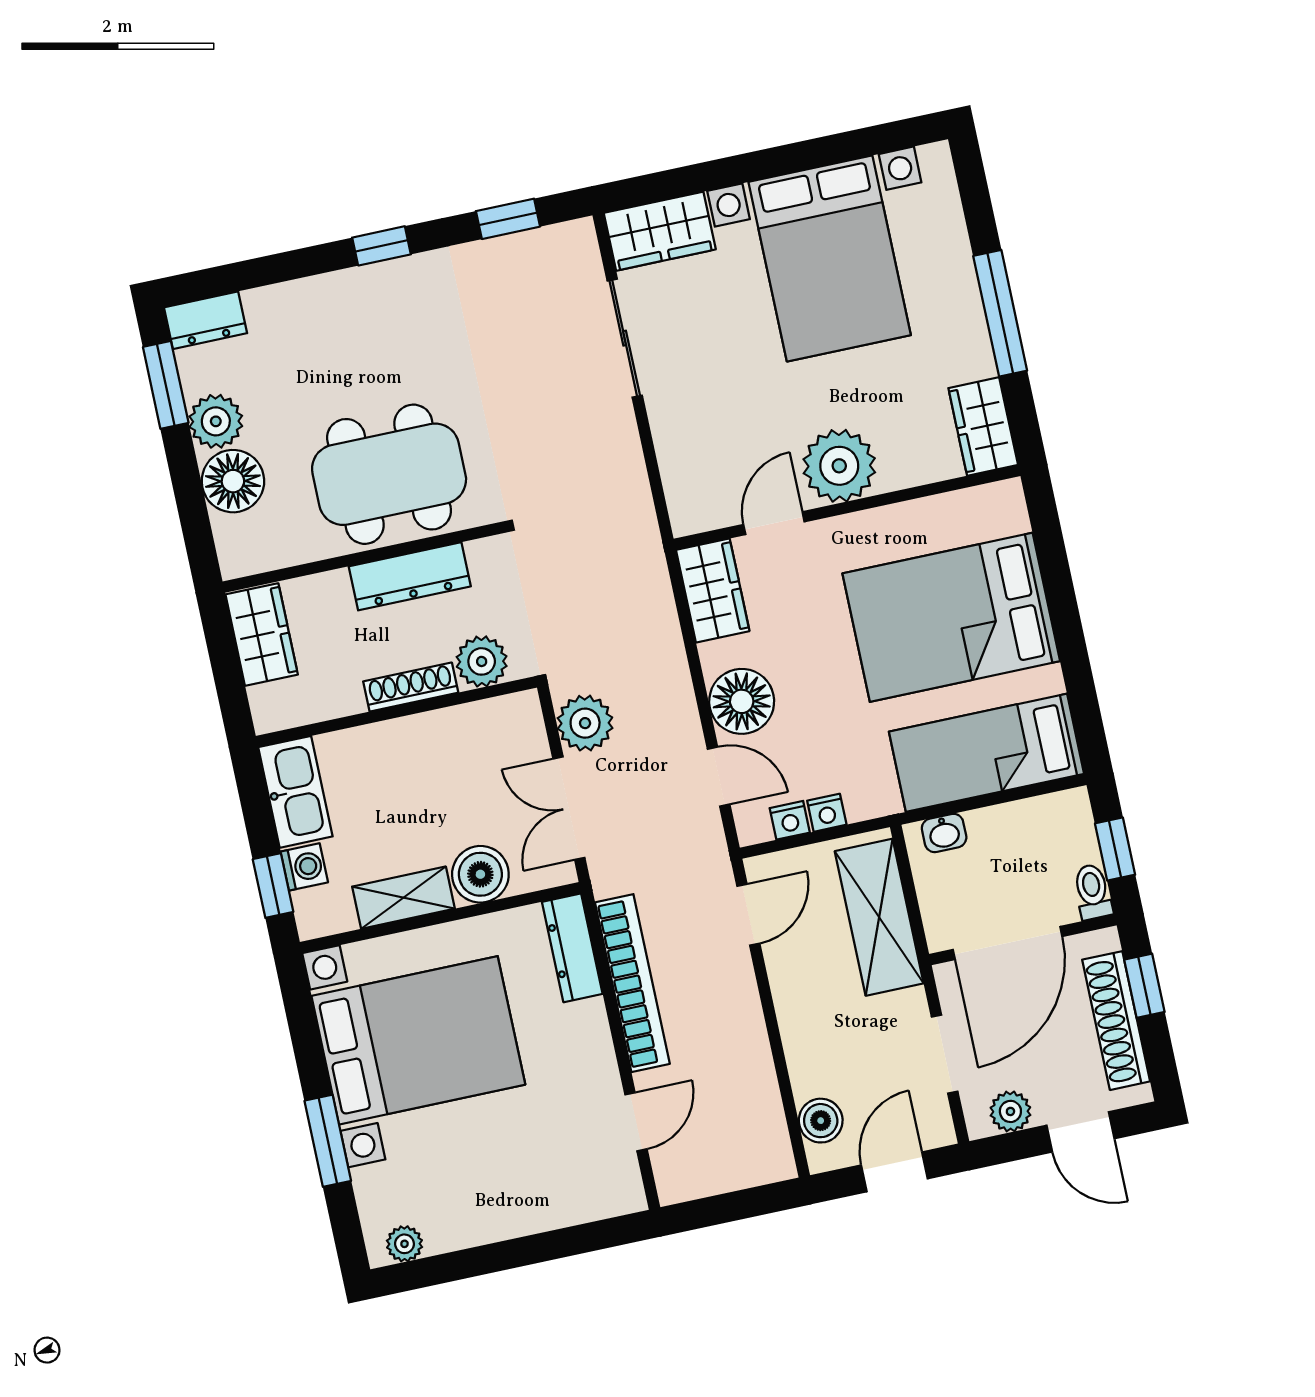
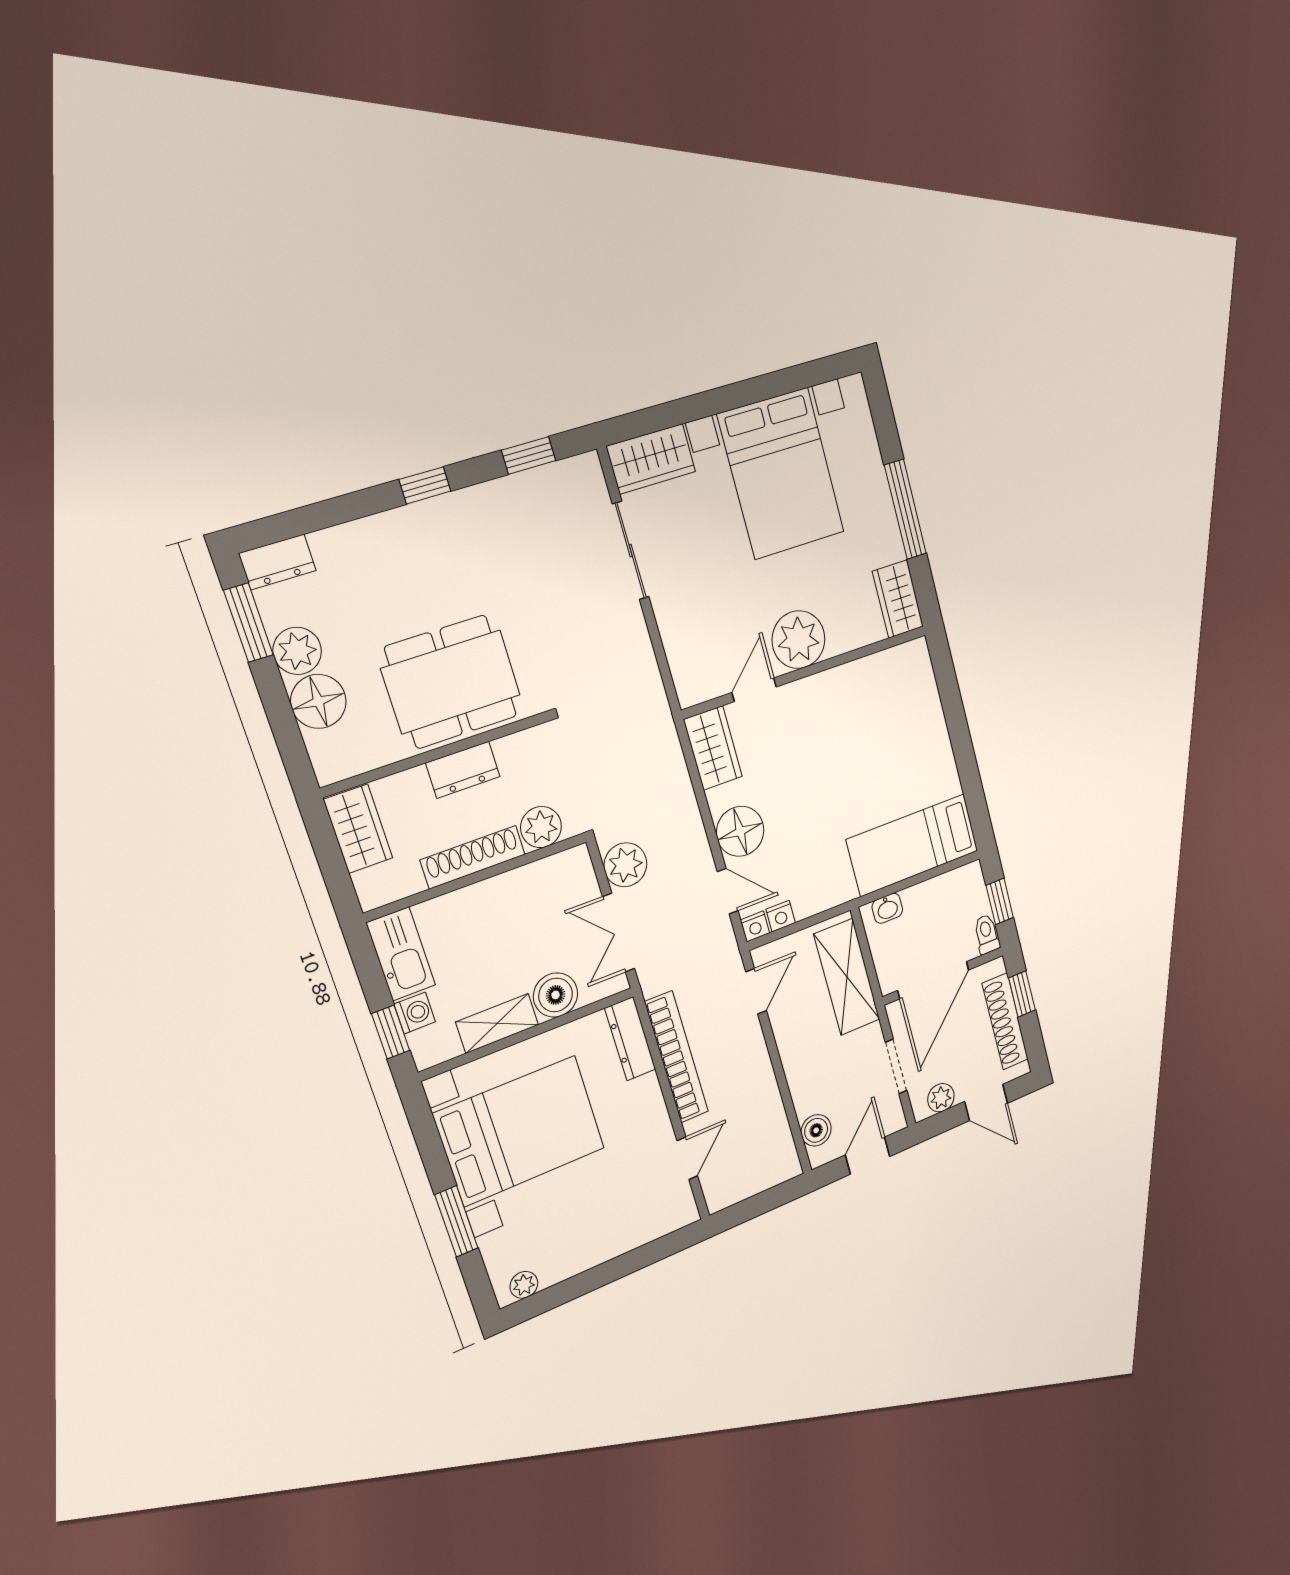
dresser: (410, 576) -> (463, 770), width x0.70
bed: (951, 617) -> (884, 748), removed
shoe rack: (411, 687) -> (473, 857), width x1.36, depth x1.24
nightstand: (827, 813) -> (755, 927), moved

